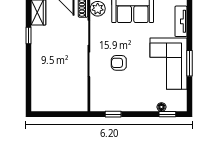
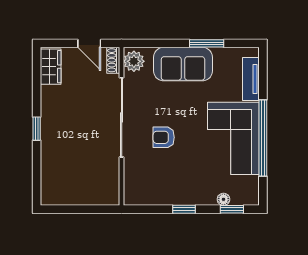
window: (28, 36) -> (37, 129), moved
window: (190, 63) -> (263, 138), width x2.11
window: (113, 114) -> (184, 209), moved

